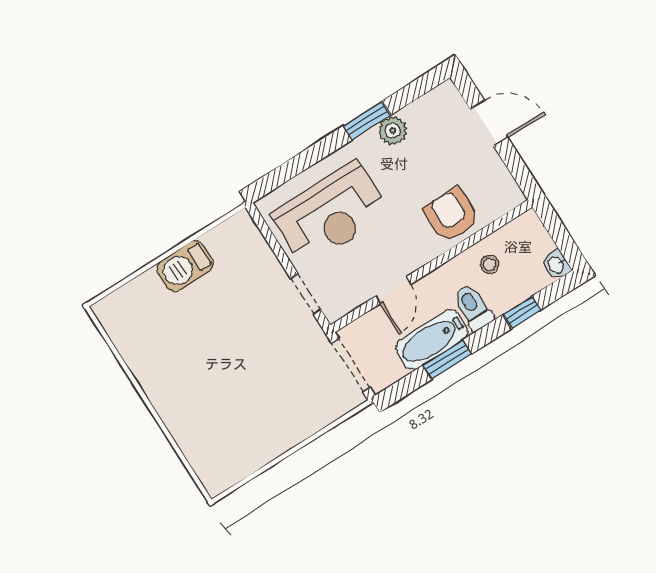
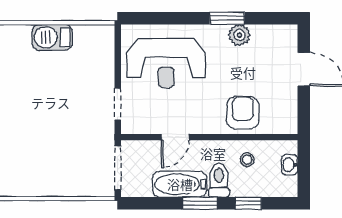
washbasin: (556, 265) -> (289, 165), moved
window: (447, 360) -> (200, 203), moved

